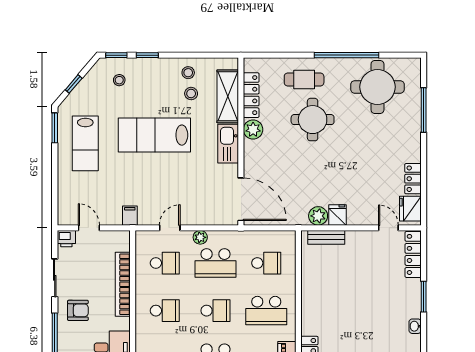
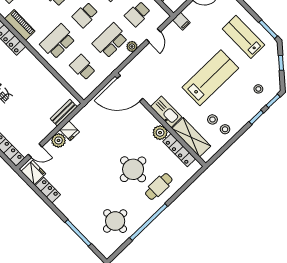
round table: (377, 87) -> (115, 221), width x0.73, depth x0.73
plant: (318, 216) -> (59, 140), moved
school desk: (266, 263) -> (83, 67), turned 90

